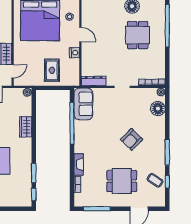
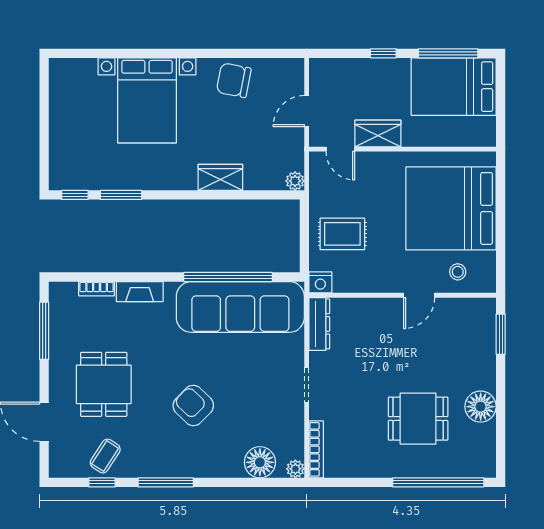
nightstand: (74, 53) -> (320, 282), moved
sofa: (83, 104) -> (240, 307), width x1.85, depth x1.27

